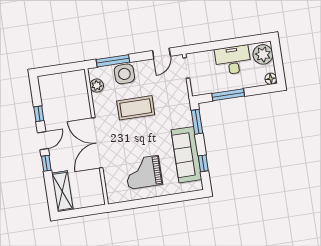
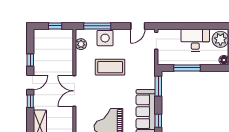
window: (62, 68) -> (55, 26), added
double door: (97, 143) -> (74, 91), width x0.73

